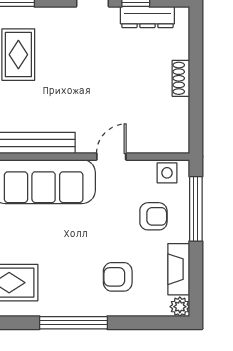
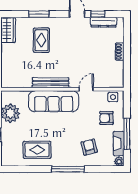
window: (196, 209) -> (127, 134), moved
armchair: (153, 216) -> (106, 118), turned 180
armchair: (118, 277) -> (89, 147), turned 76

